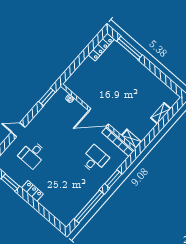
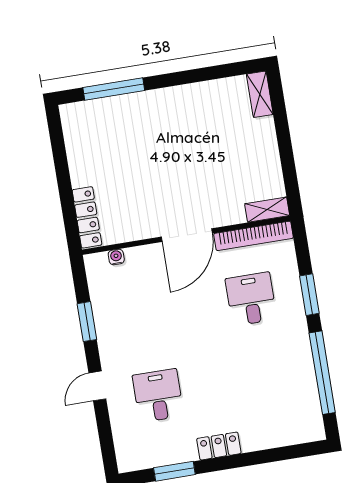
locker: (101, 47) -> (87, 217), moved
window: (47, 97) -> (87, 322), moved
shelving: (161, 113) -> (260, 94), moved
desk: (33, 154) -> (158, 396), turned 180

